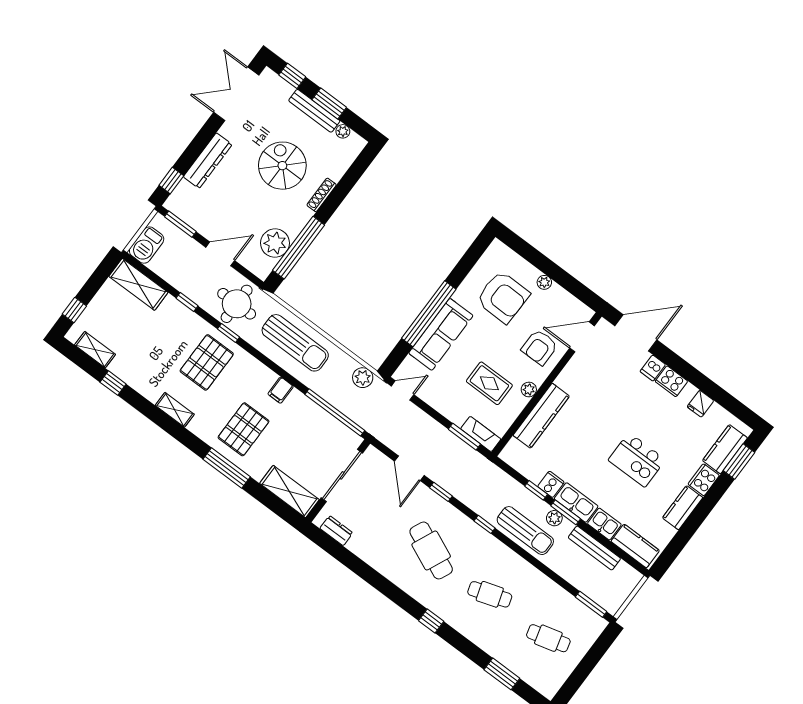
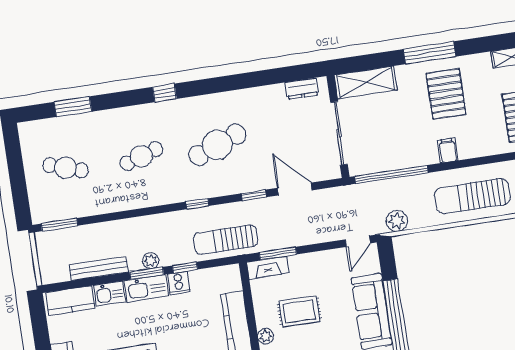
sun lounger: (525, 531) -> (226, 240), moved
cafe table: (431, 550) -> (217, 145), turned -45
cafe table: (548, 638) -> (65, 168), turned 33

